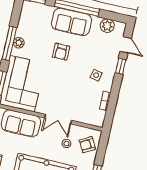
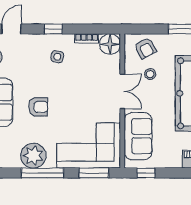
plant: (19, 43) -> (33, 156), width x1.88, depth x1.88
window: (121, 66) -> (53, 29), moved
floor lamp: (97, 118) -> (110, 44), added

